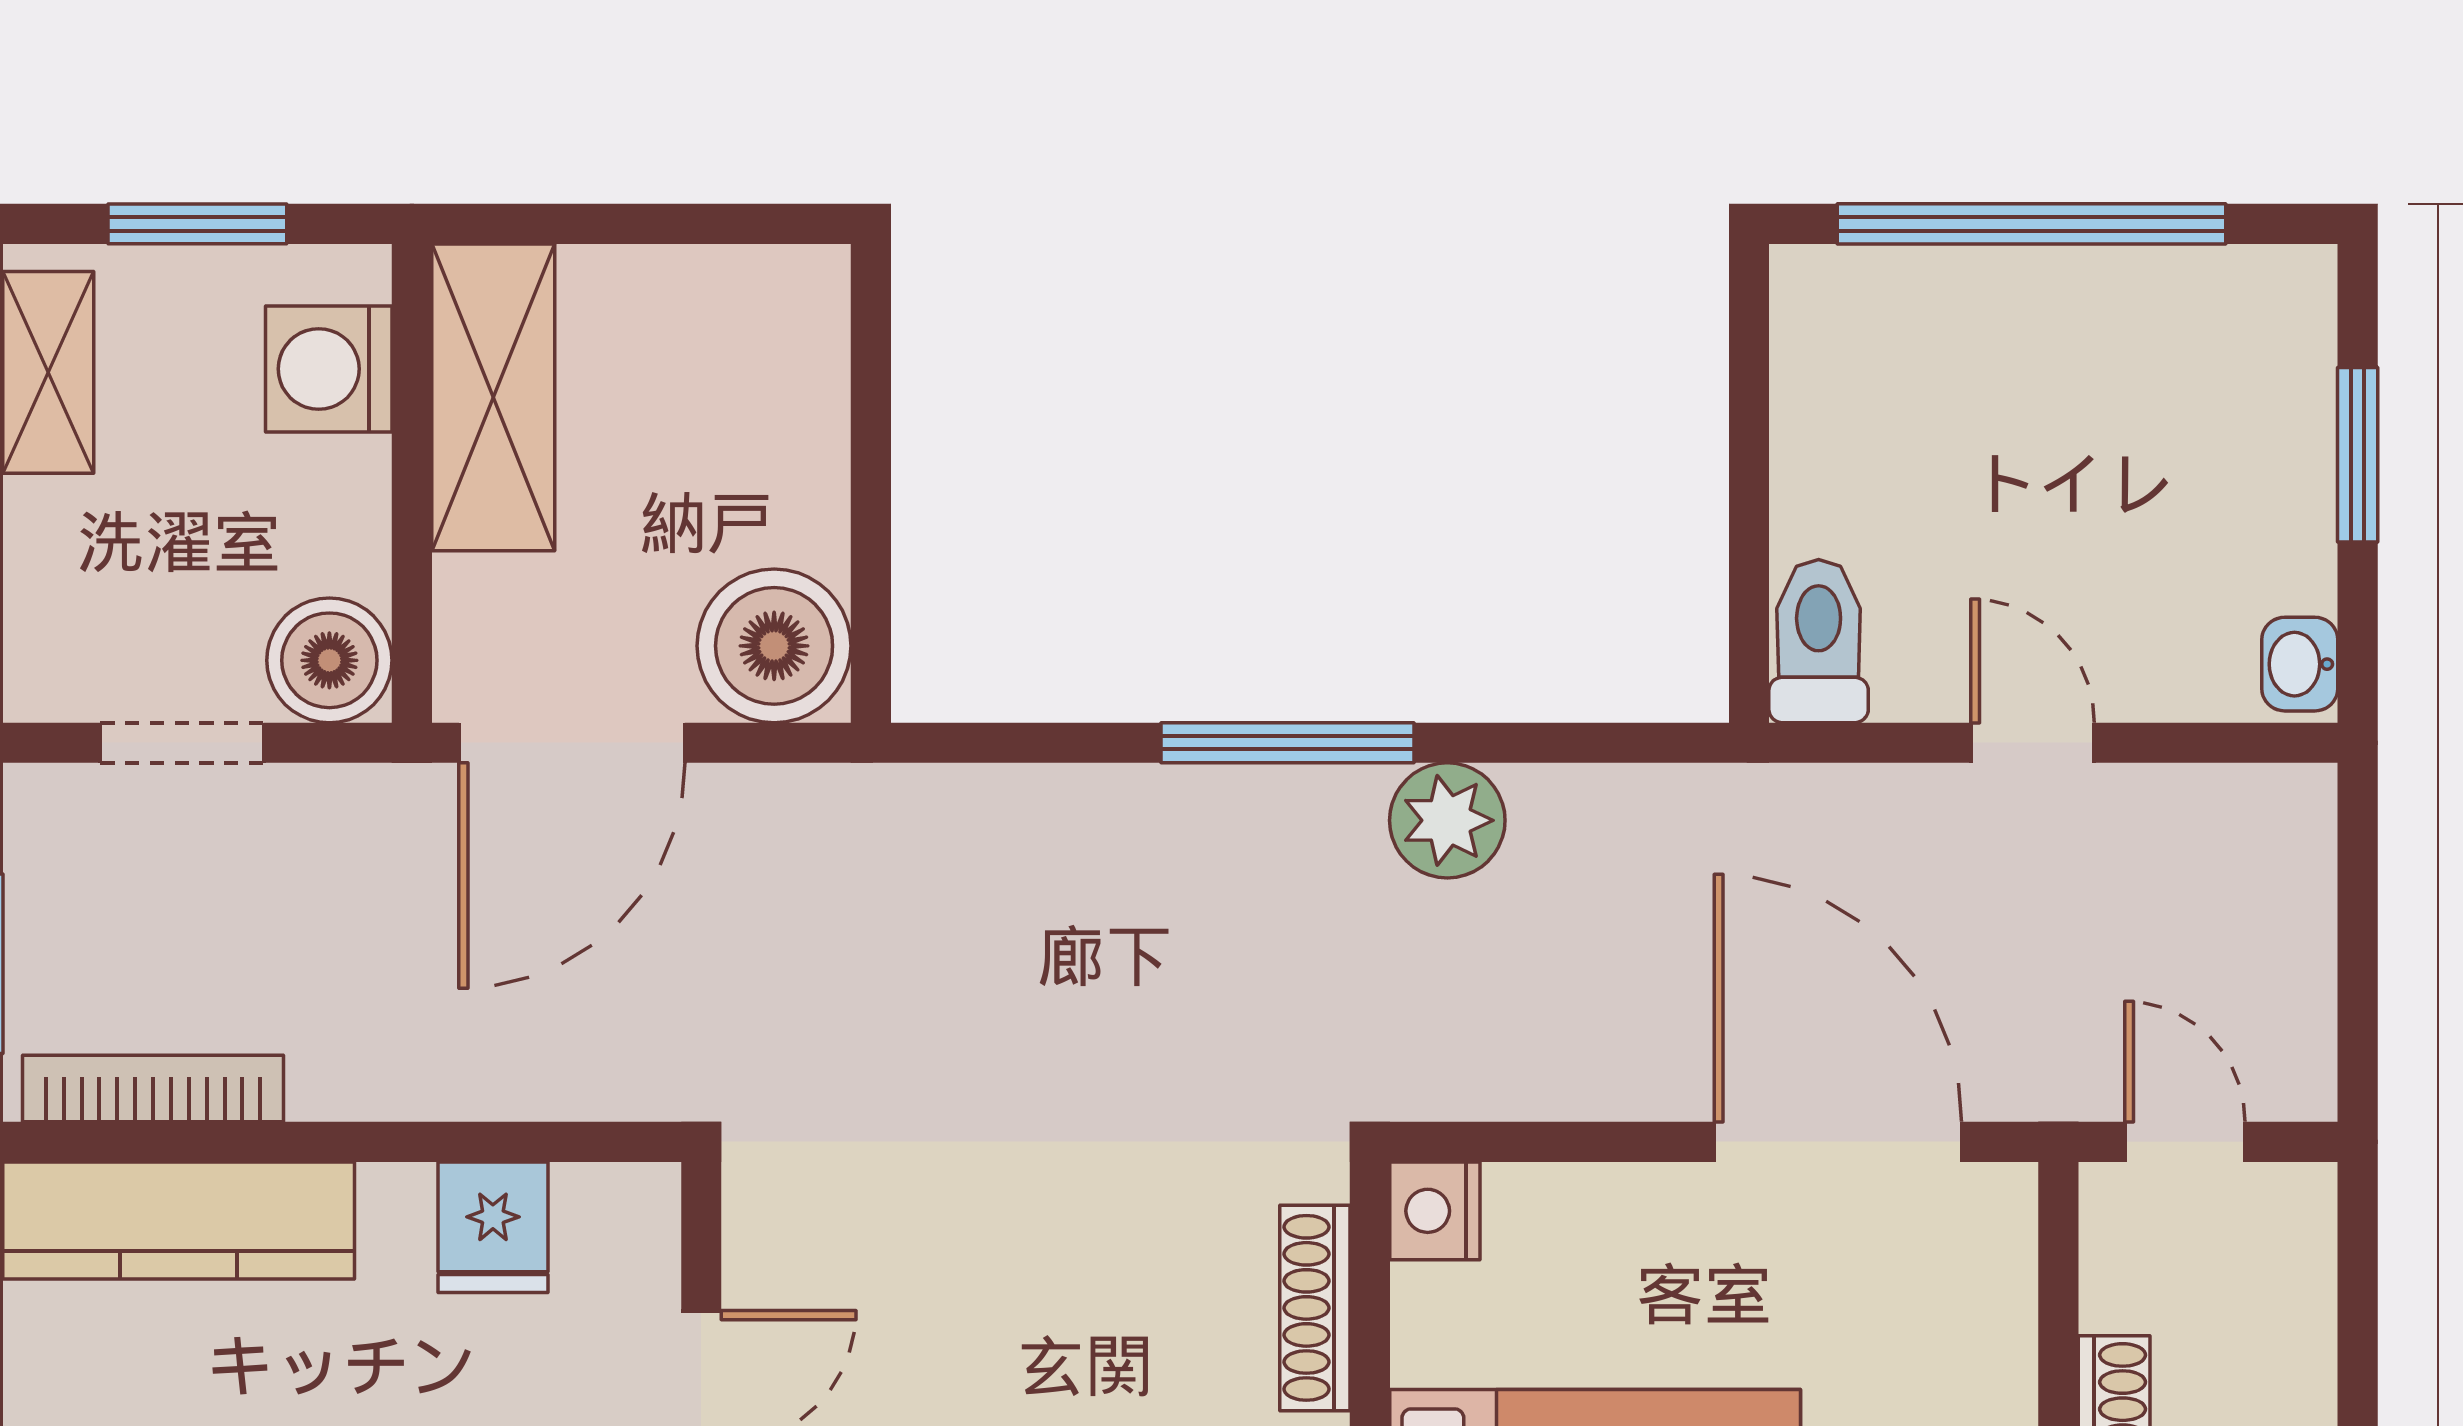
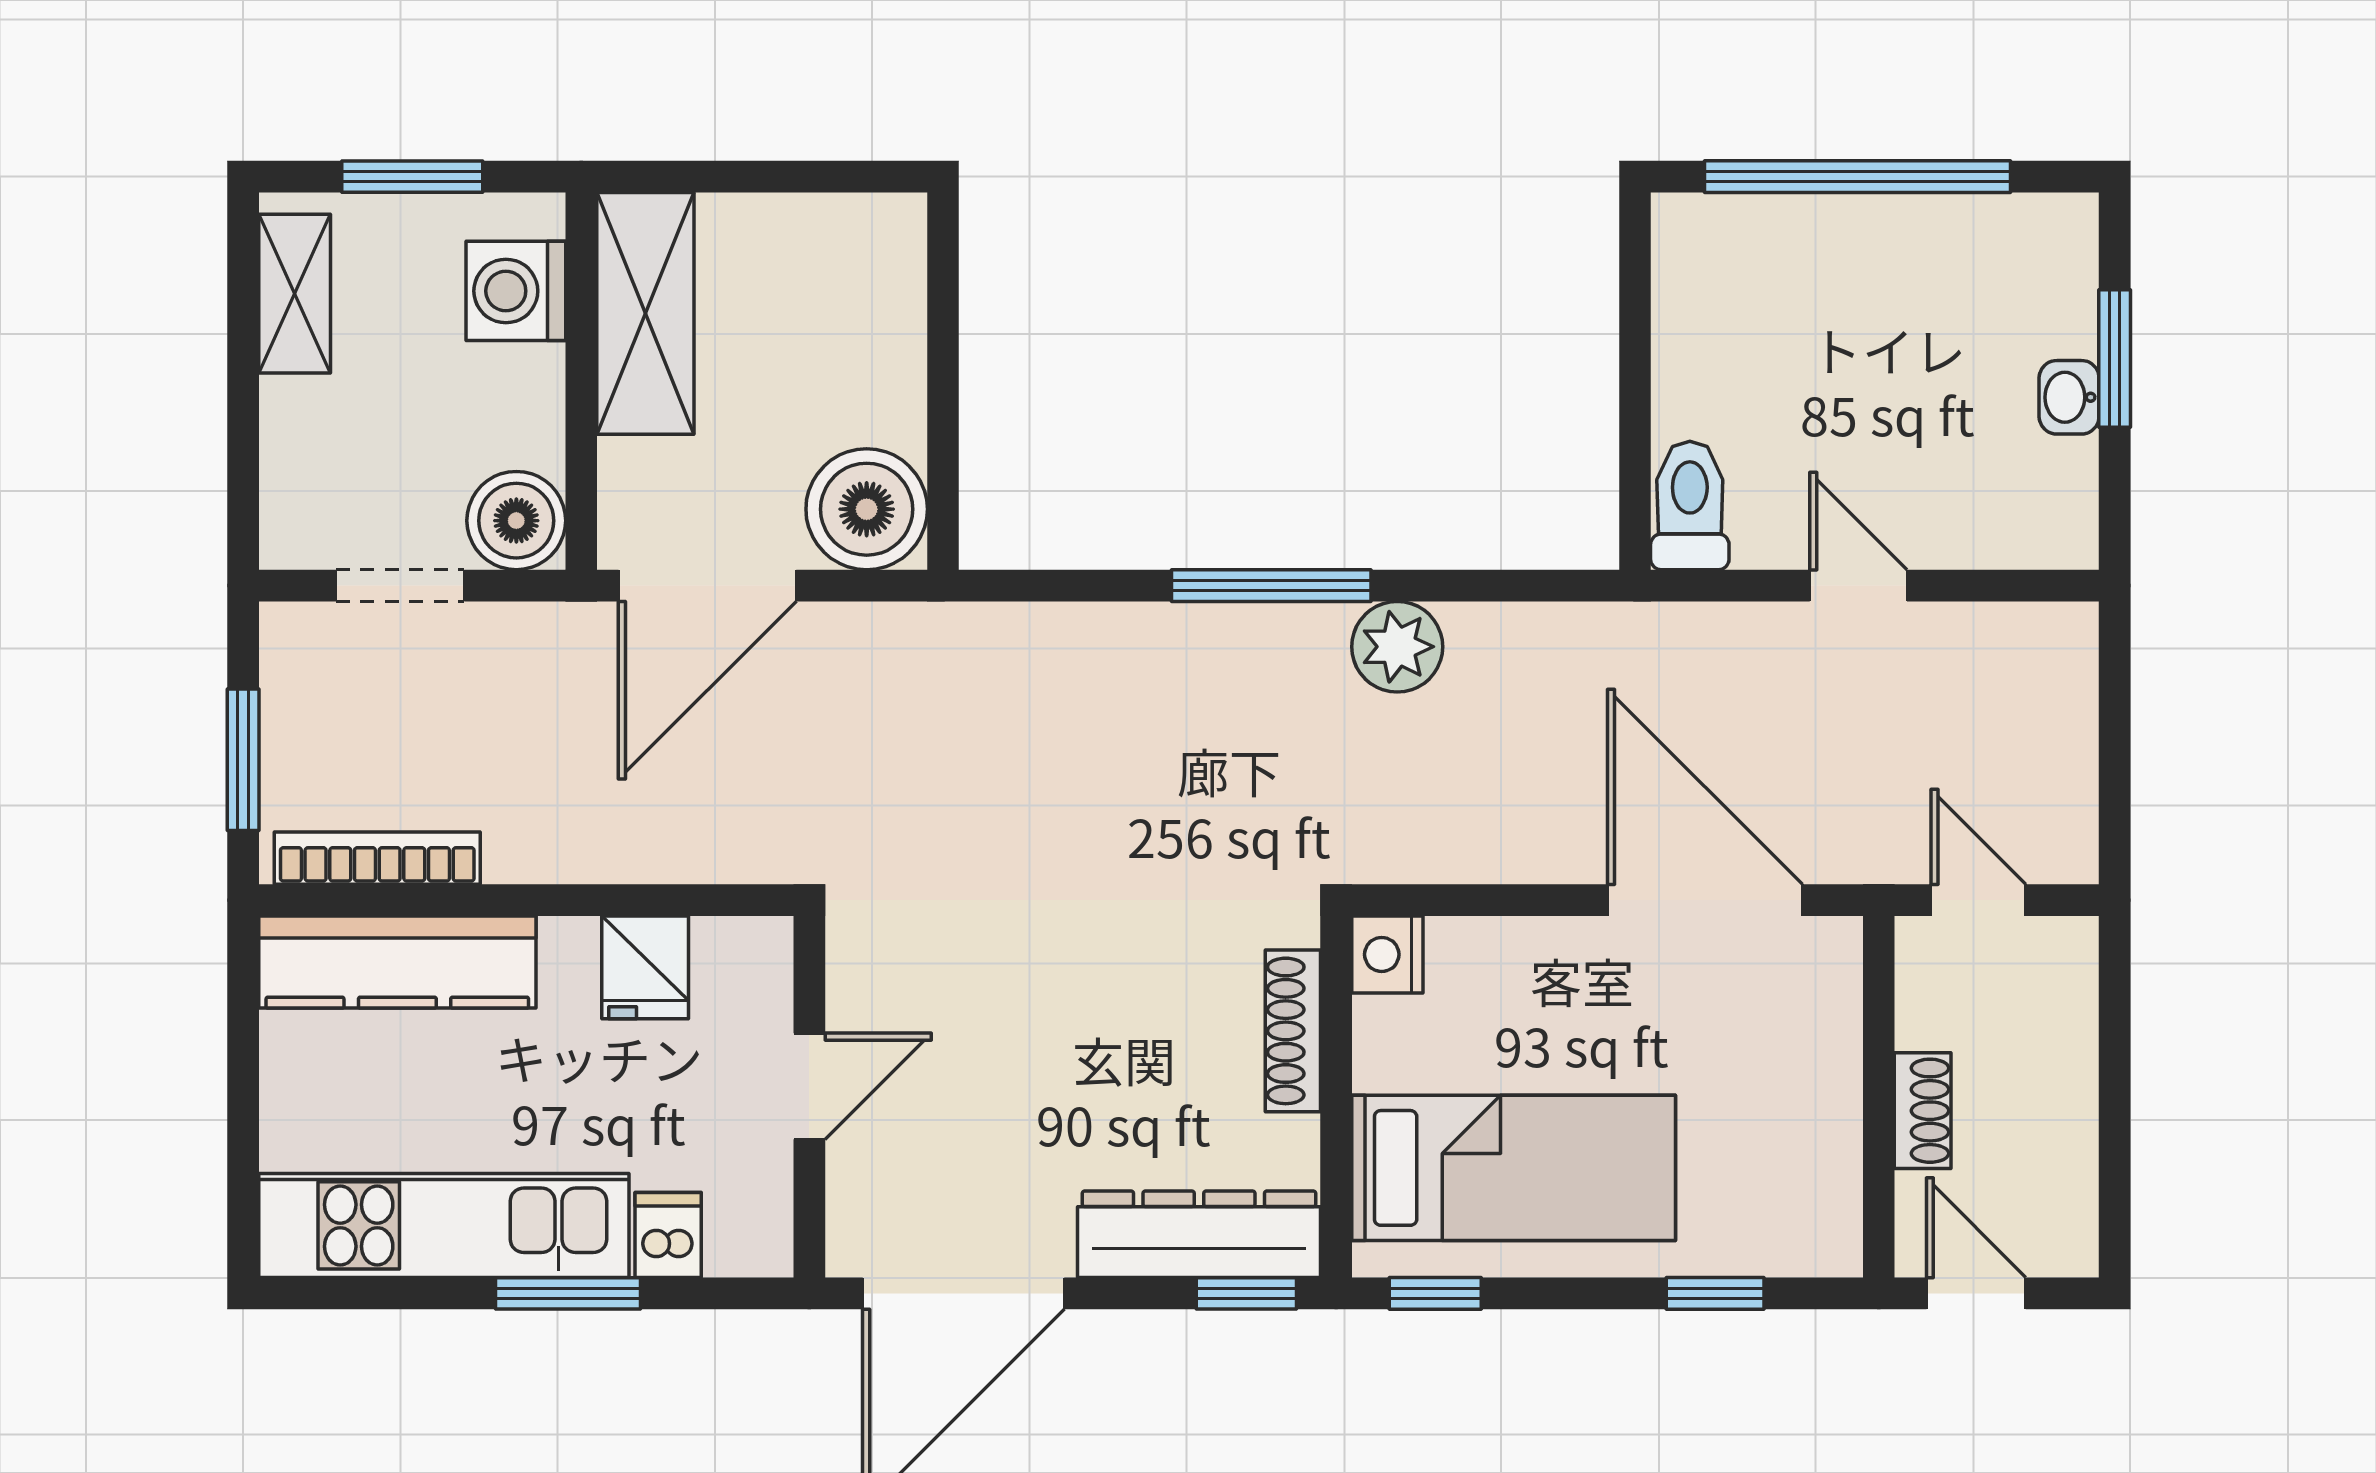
washbasin: (2300, 664) -> (2069, 397), moved

